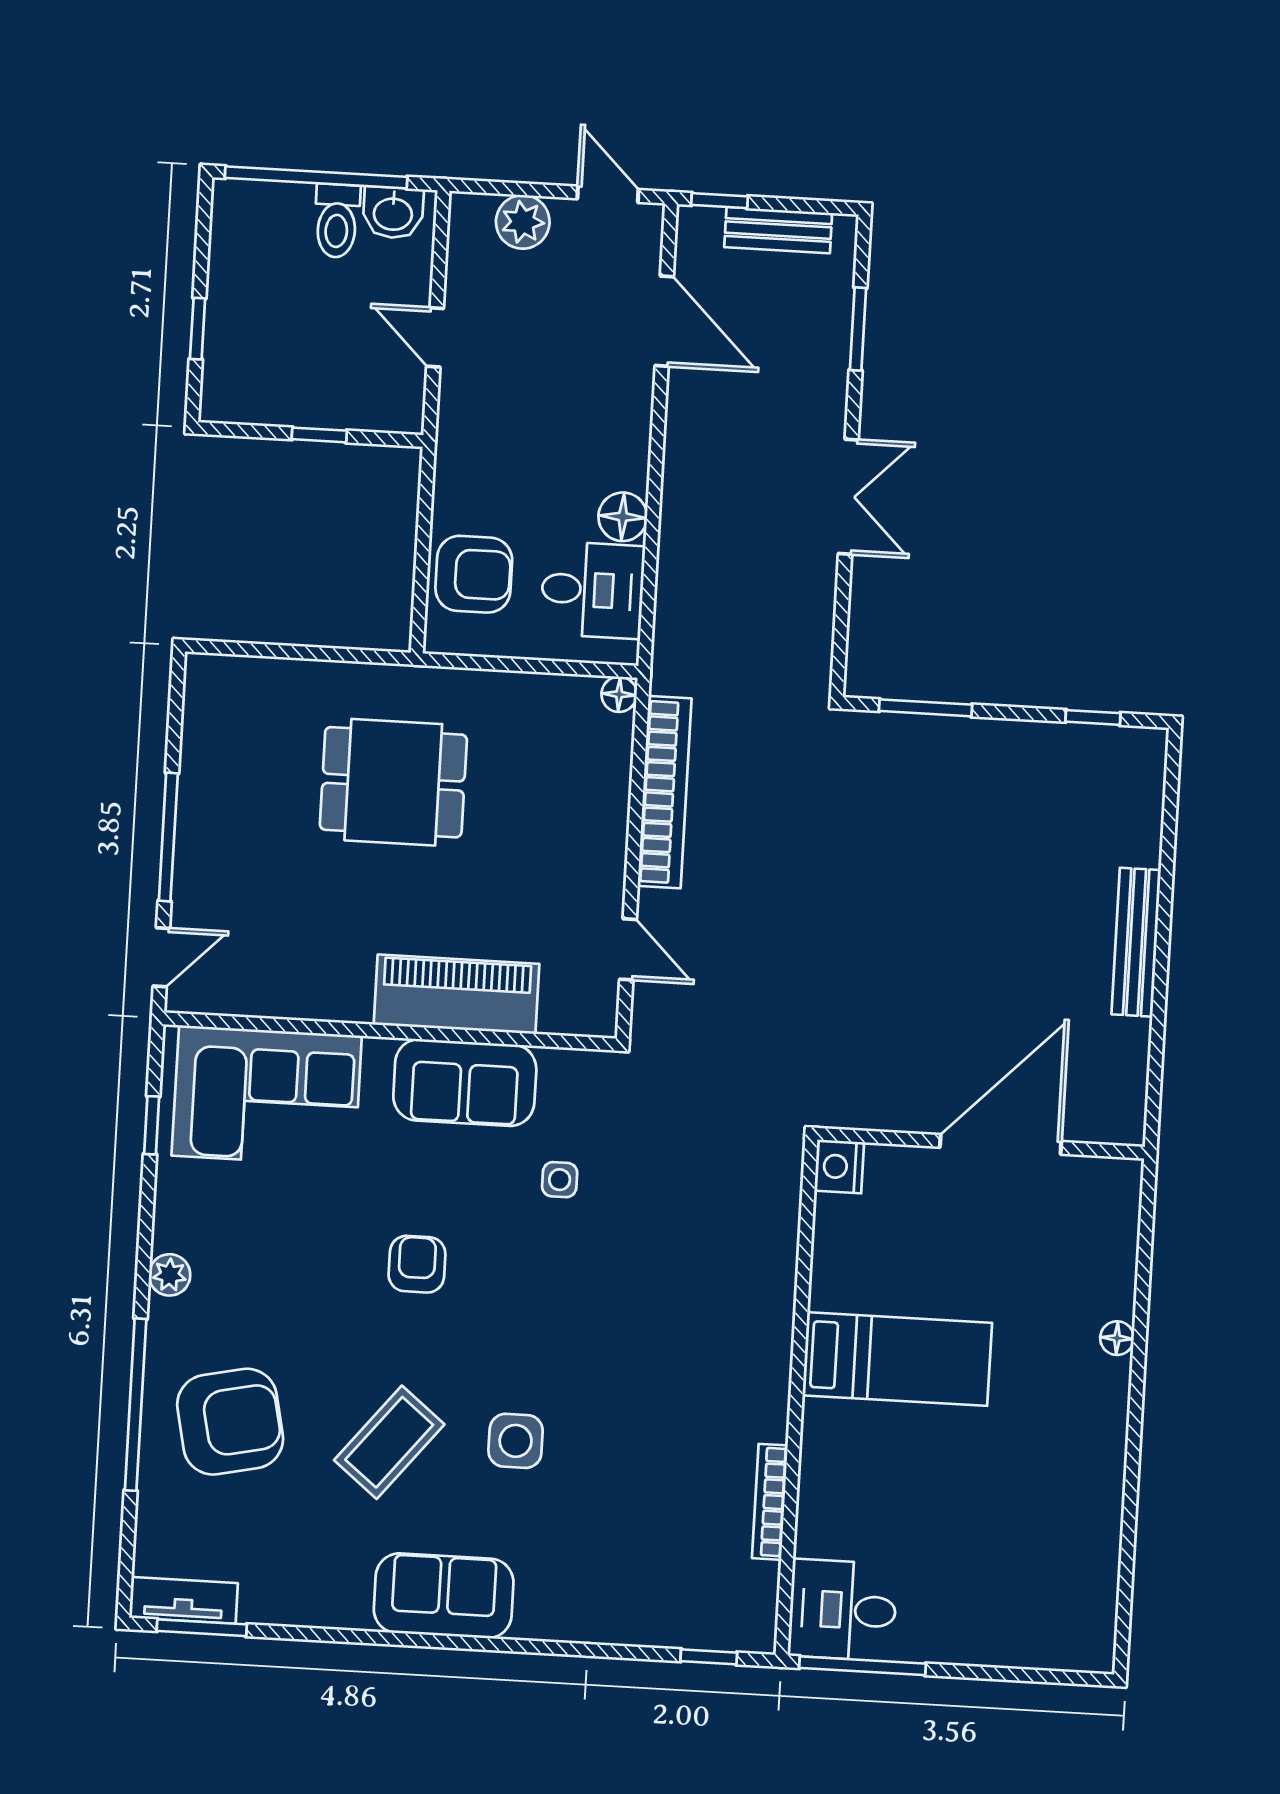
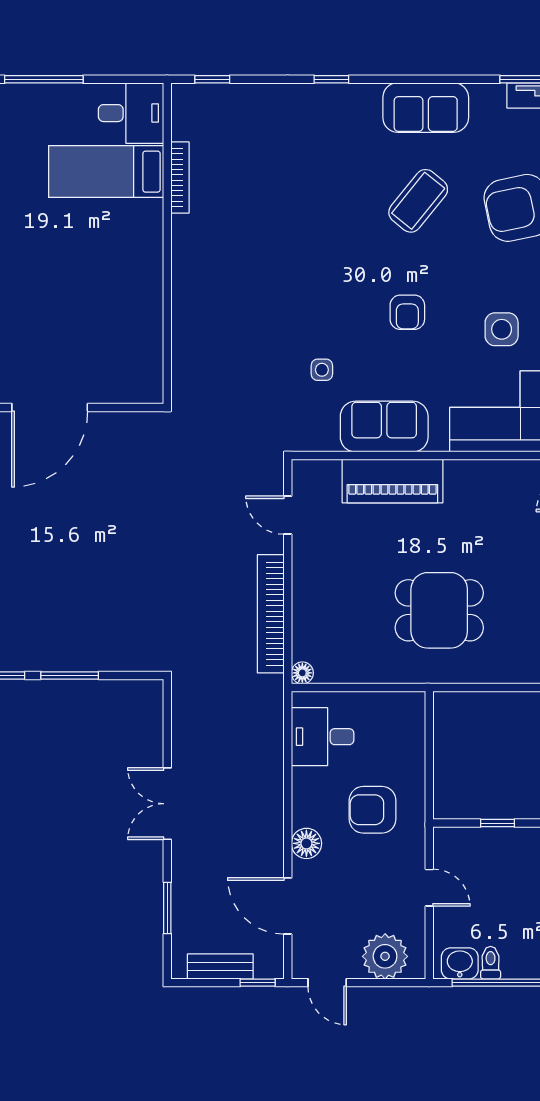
toilet: (337, 221) -> (491, 963), width x0.73, depth x0.72
plant: (523, 222) -> (385, 956), width x1.36, depth x1.36
floor lamp: (623, 517) -> (306, 843), moved
armchair: (474, 574) -> (373, 810), moved
window: (926, 708) -> (70, 675), moved
nightstand: (839, 1167) -> (149, 388), removed
bed: (897, 1359) -> (106, 172), moved
side table: (516, 1441) -> (502, 329), moved
sofa: (444, 1596) -> (426, 108), moved
window: (517, 1646) -> (331, 79), added
window: (863, 1666) -> (44, 79), moved

